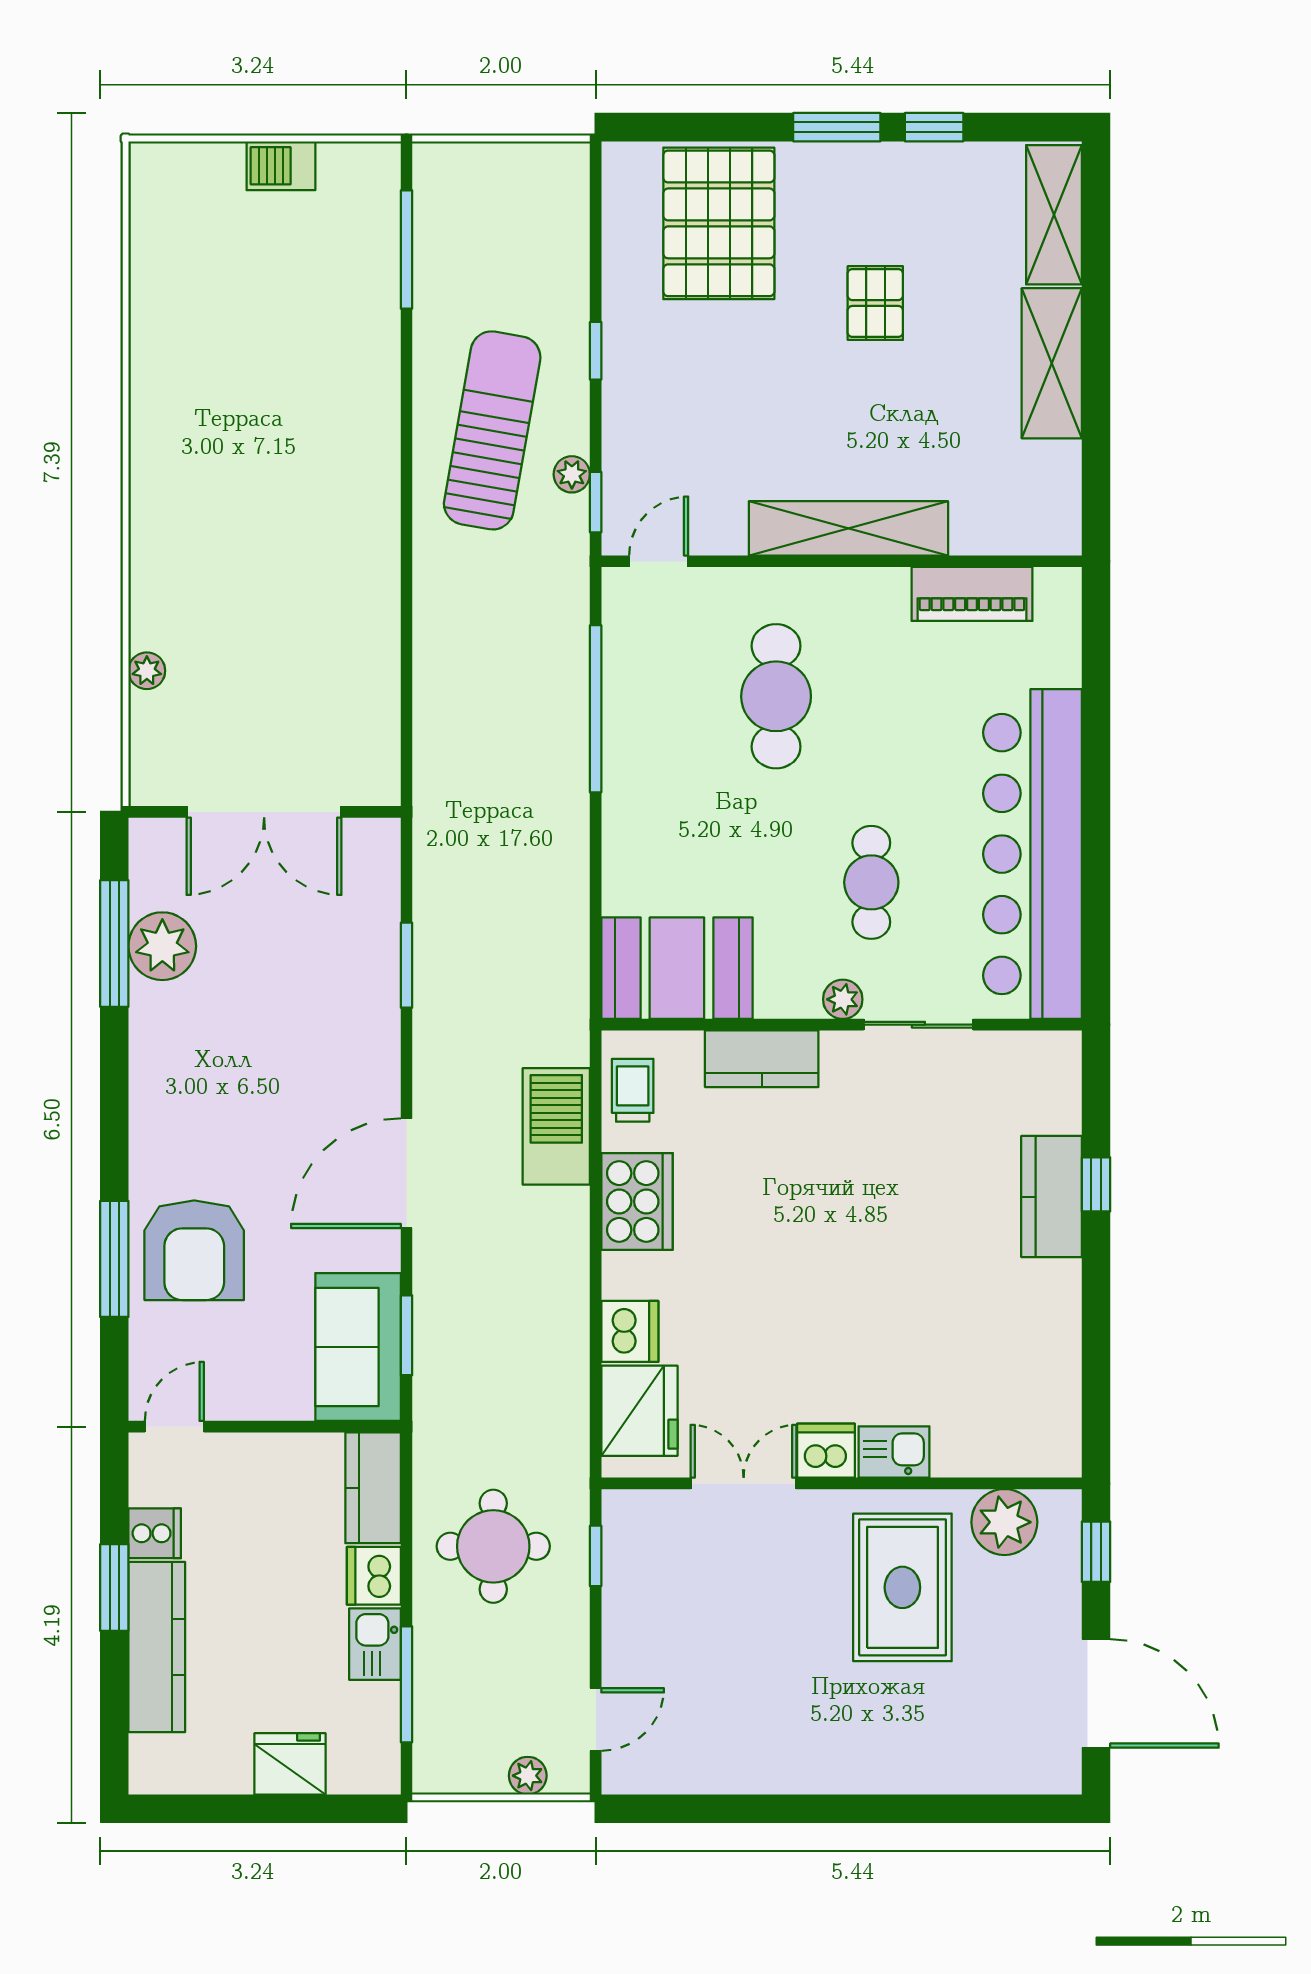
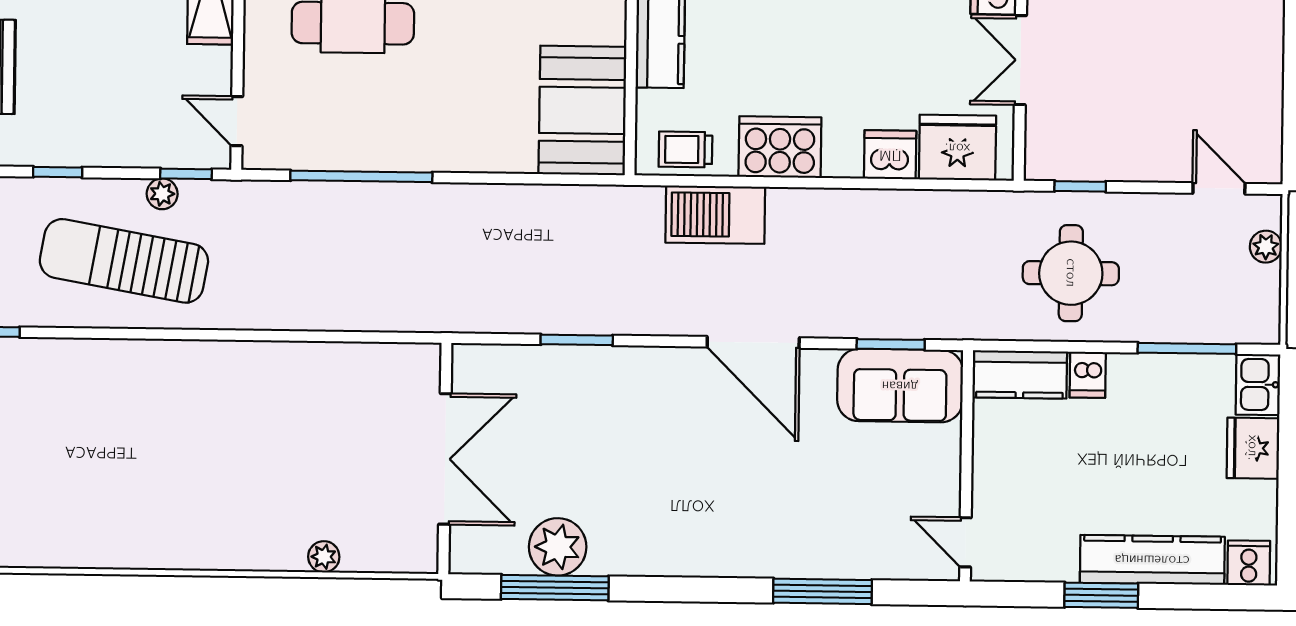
armchair: (194, 1250) -> (816, 523), removed
cooker: (155, 1533) -> (1249, 563), moved
dishwasher: (374, 1576) -> (1088, 375), width x0.73
kitchen sink: (375, 1644) -> (1258, 385), moved, turned 90

